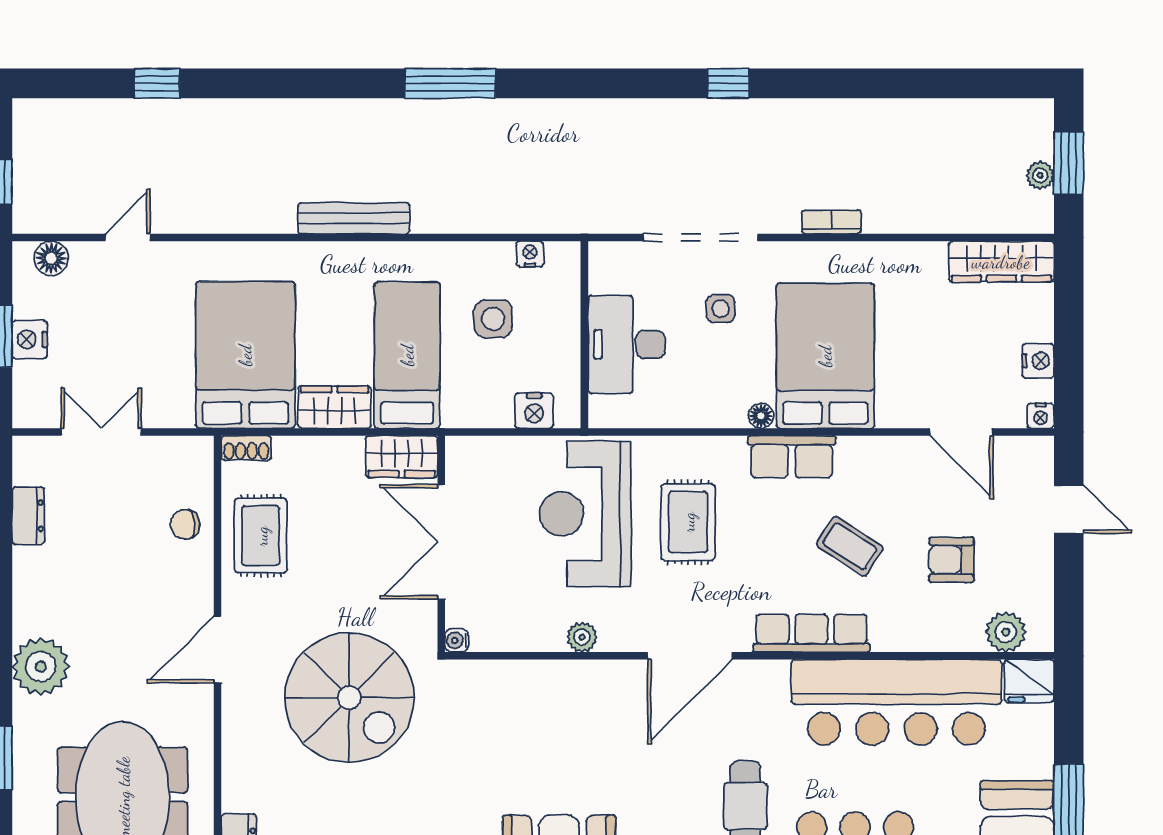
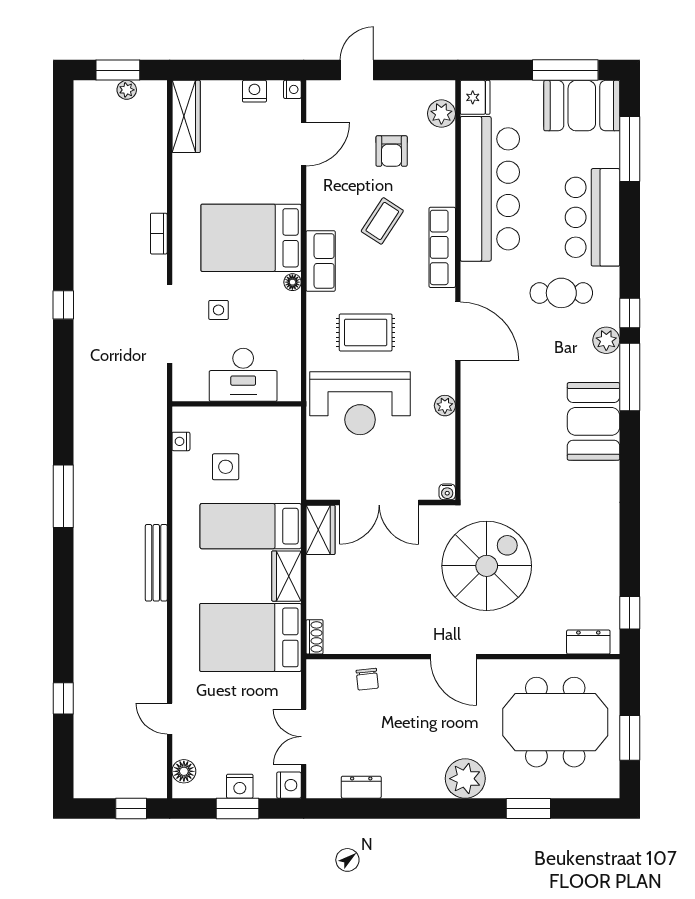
nightstand: (534, 411) -> (289, 785), moved
rug: (261, 536) -> (375, 627), removed

